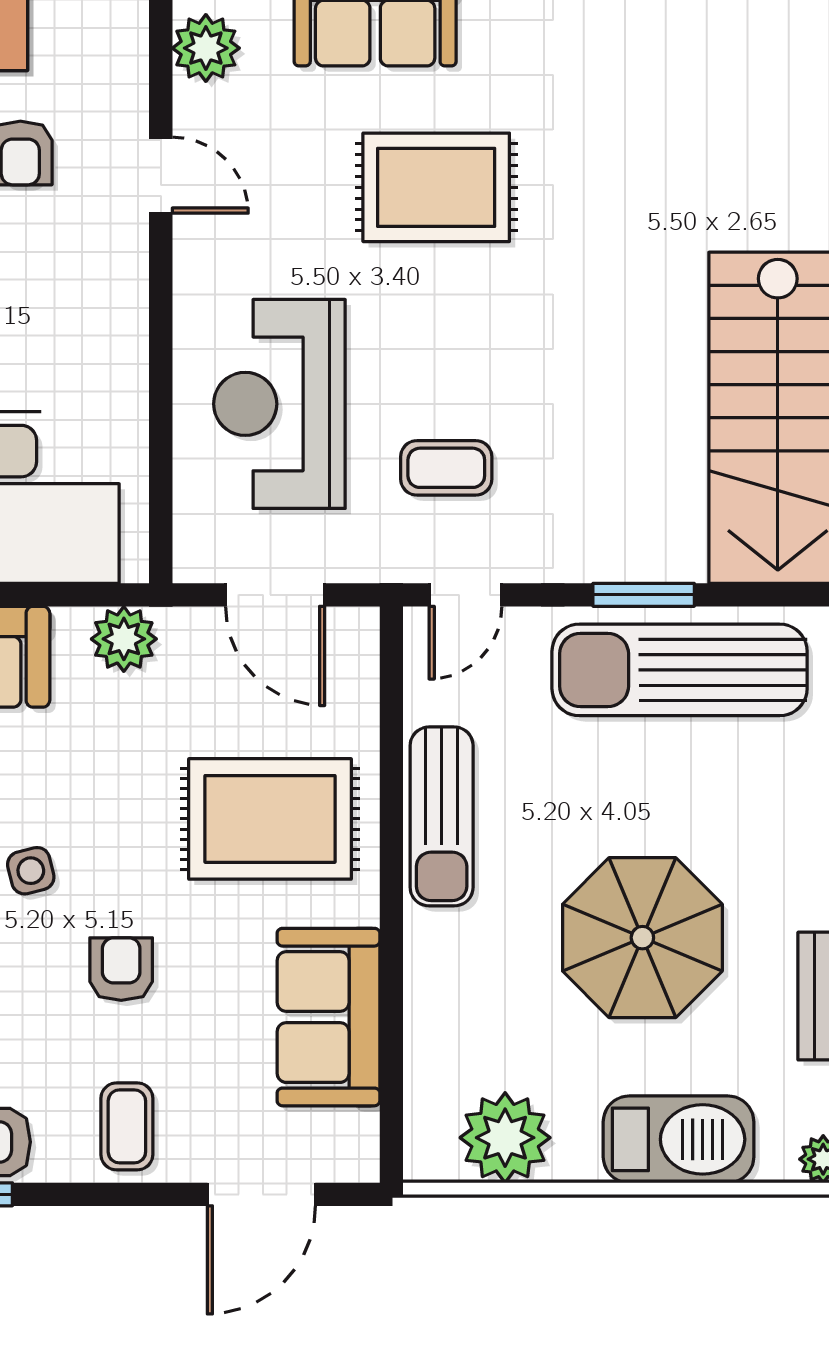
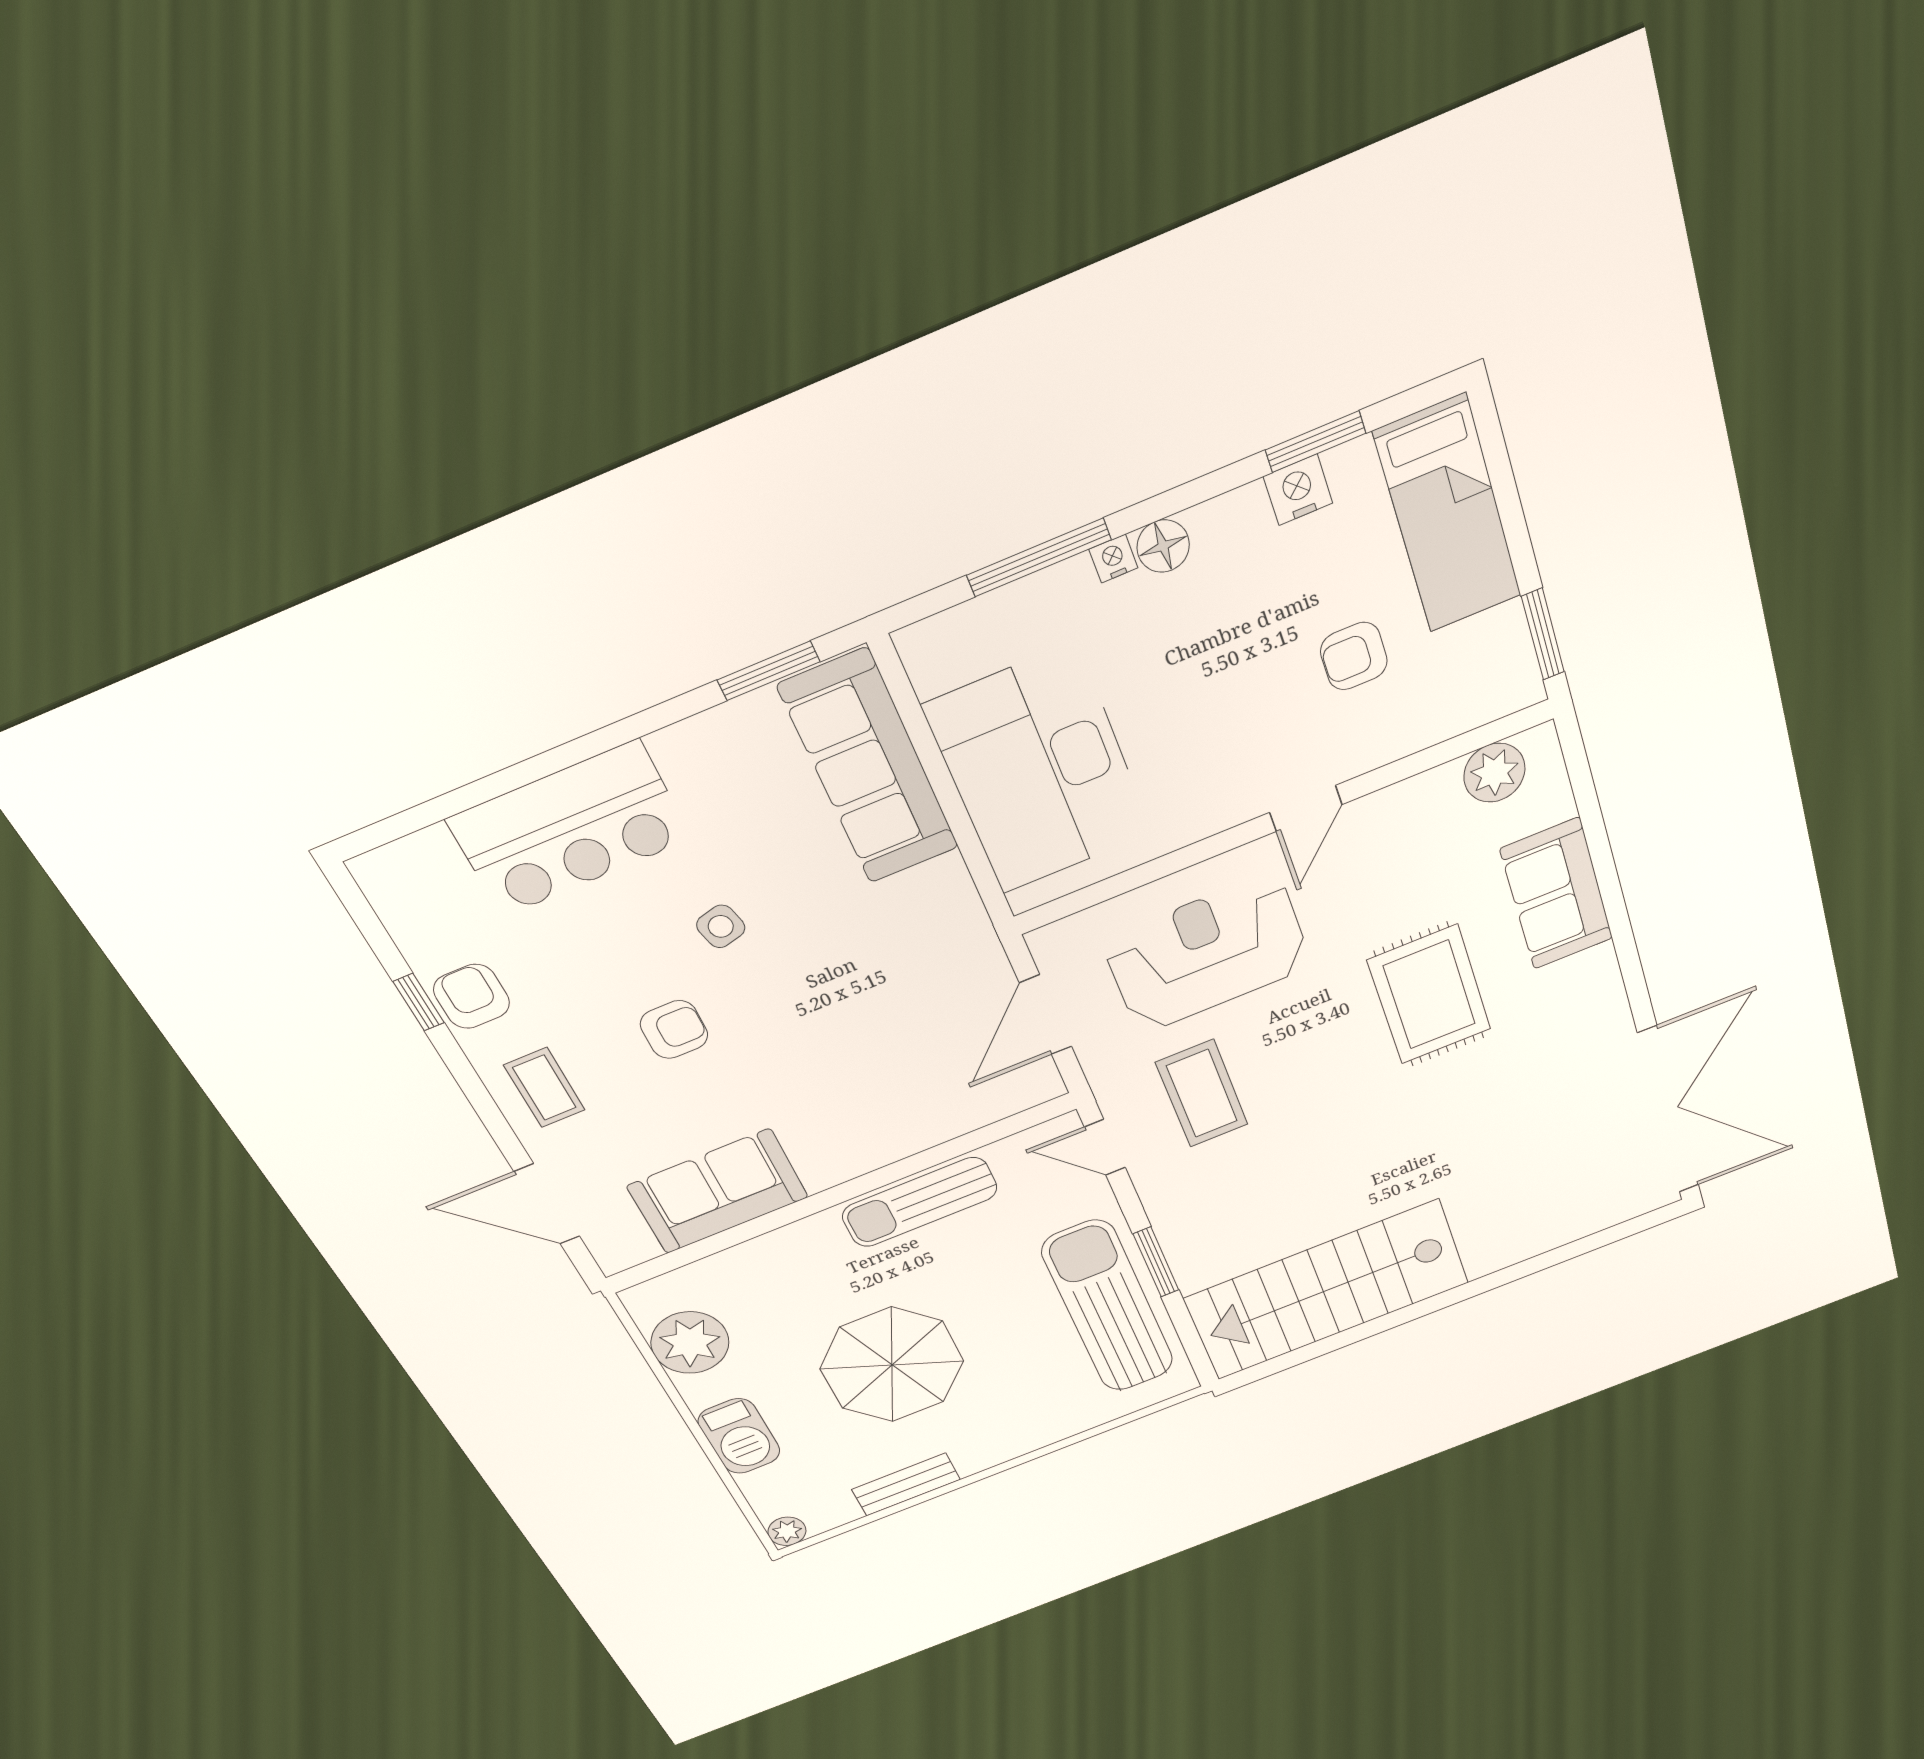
door: (161, 175) -> (1306, 808), moved
coffee table: (446, 468) -> (1202, 1094), width x1.36, depth x1.30
plant: (124, 639) -> (957, 917), removed
rug: (270, 819) -> (858, 1086), removed
coffee table: (127, 1126) -> (544, 1088), turned 90
barbecue: (679, 1139) -> (739, 1436), width x0.73, depth x0.83

